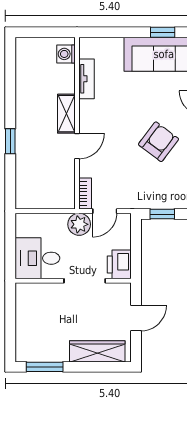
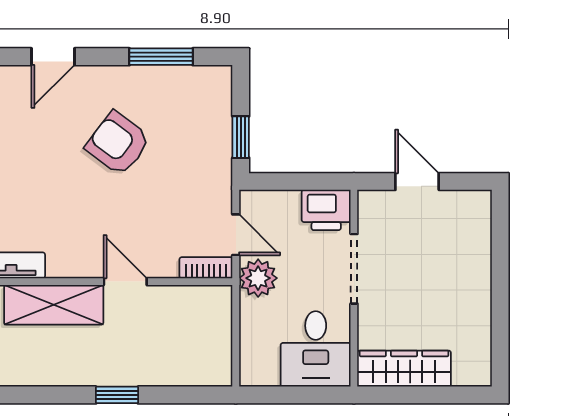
shelving: (66, 114) -> (54, 305), width x1.50, depth x1.33
wardrobe: (97, 351) -> (404, 369), moved, turned 90
window: (45, 367) -> (500, 337), removed

